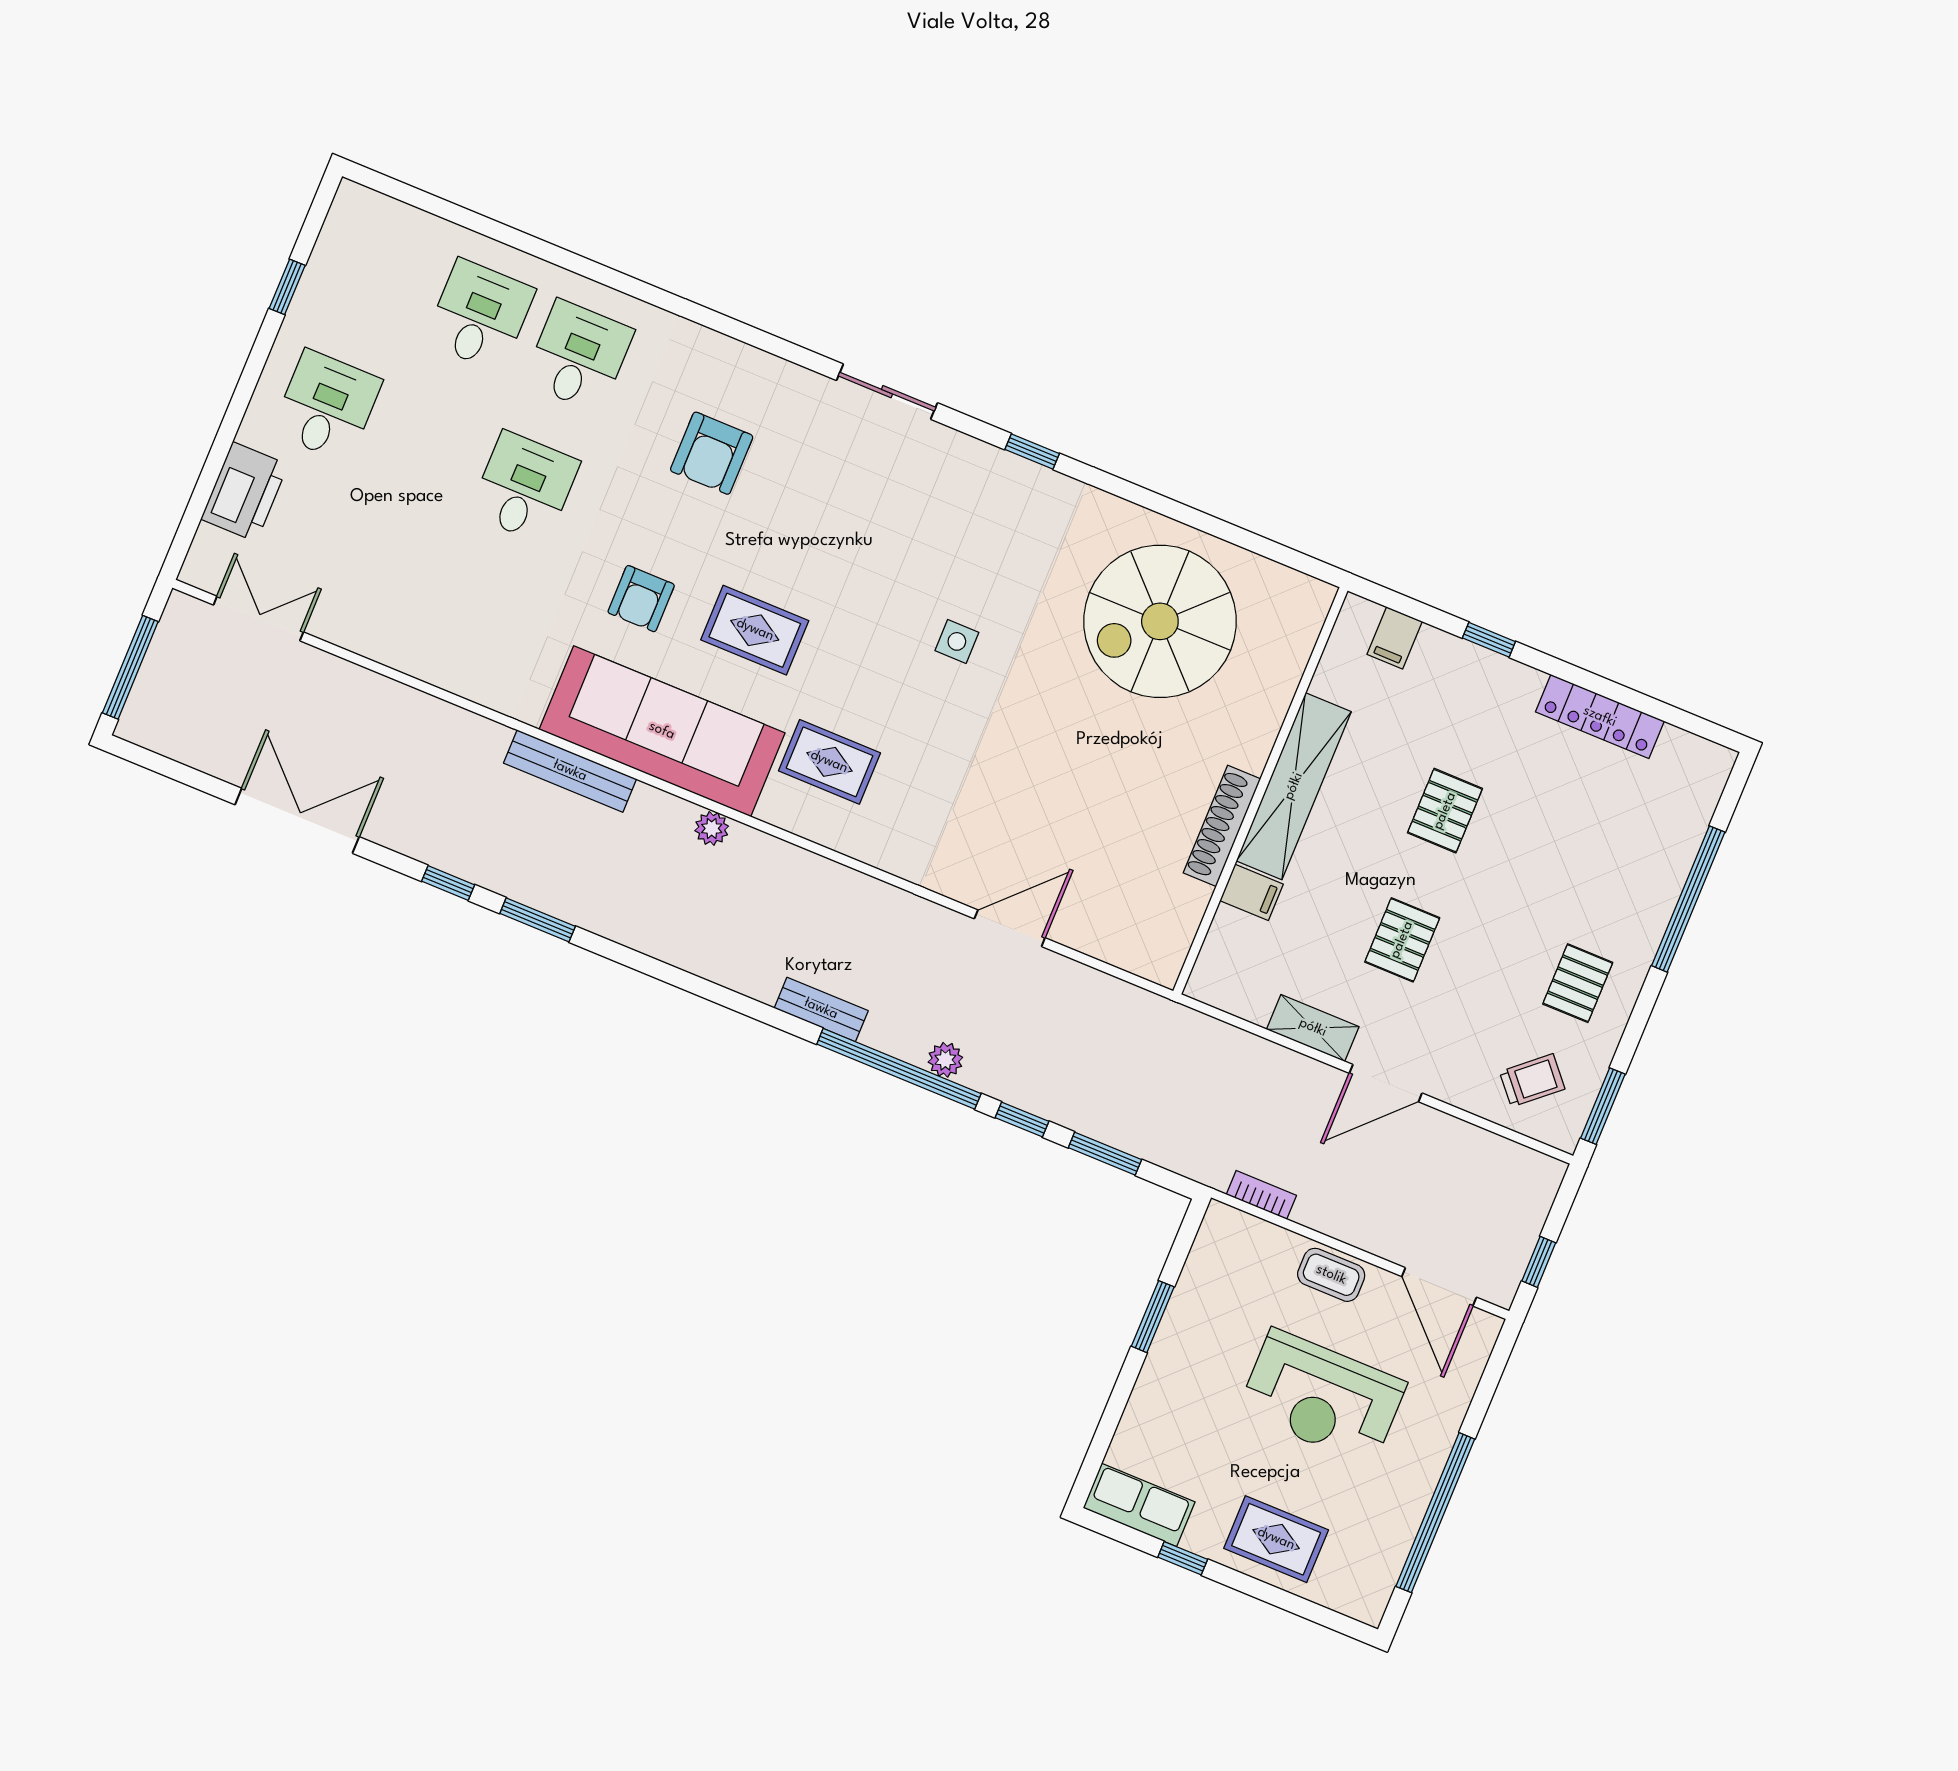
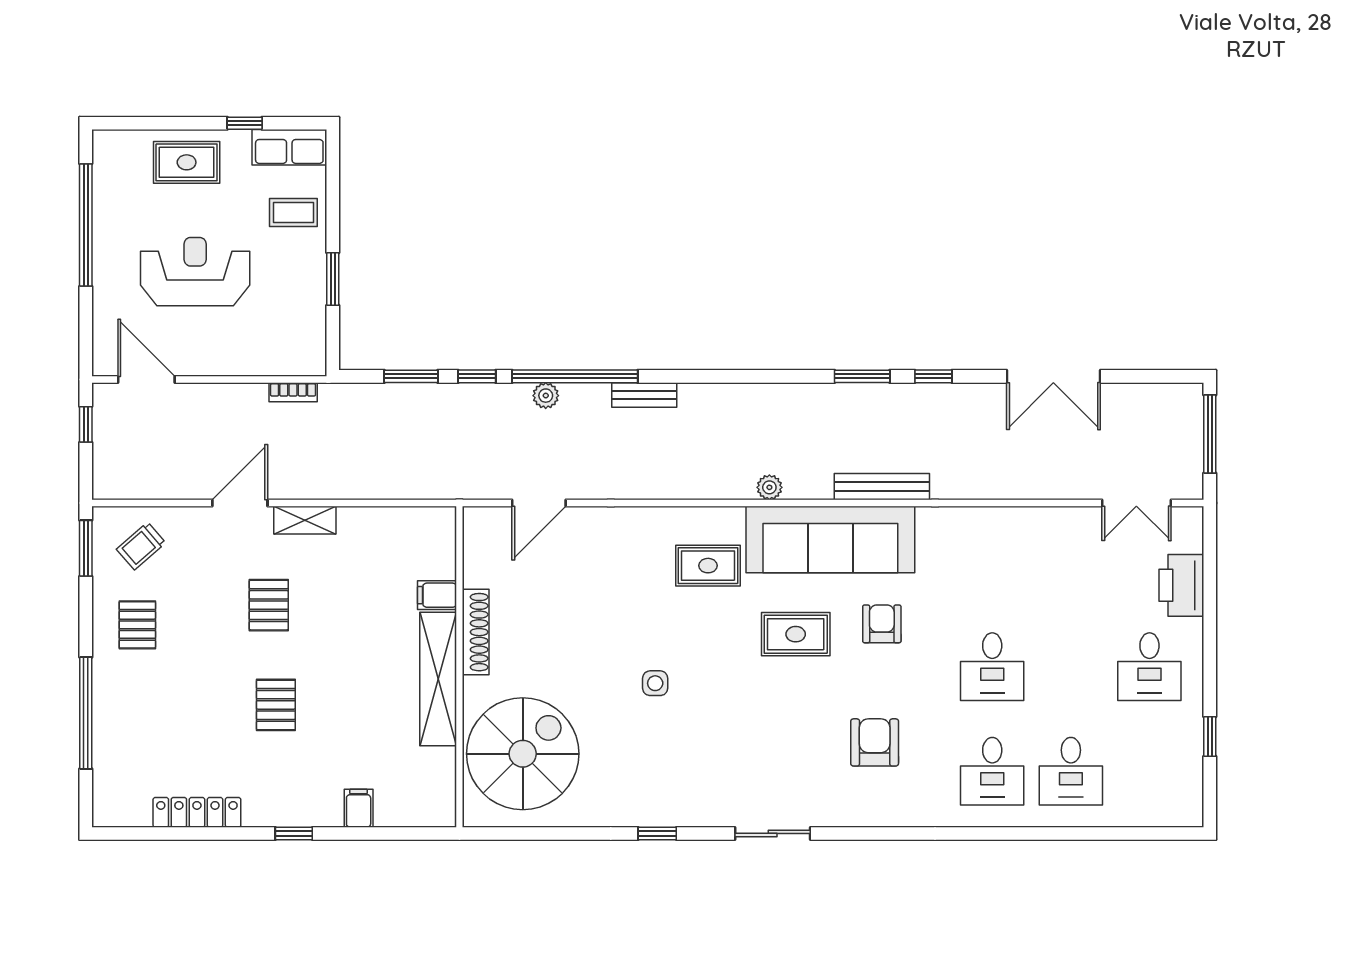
shelving: (1294, 786) -> (438, 679), moved
wall: (1260, 791) -> (459, 667), moved
shoe rack: (1222, 826) -> (476, 632), moved
filing cabinet: (1252, 892) -> (437, 595), moved
coffee table: (1331, 1275) -> (293, 212), moved

